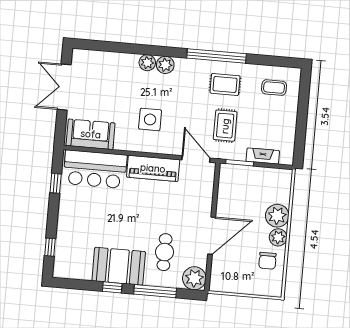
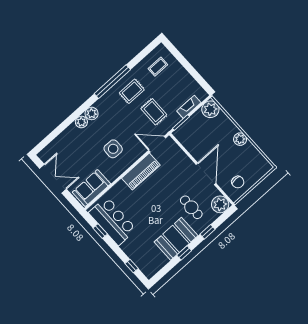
double door: (64, 87) -> (53, 179), swing flipped
bar counter: (95, 169) -> (113, 221), moved, turned -90
plant: (277, 216) -> (210, 109), moved
chair: (267, 261) -> (238, 182), moved
window: (155, 291) -> (208, 232), width x0.46

